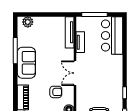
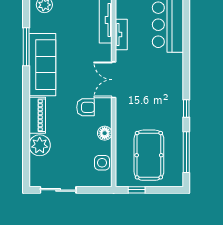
sofa: (26, 63) -> (42, 65), width x1.36

